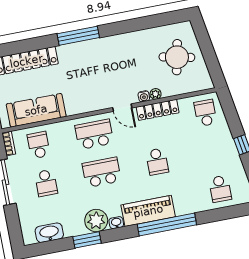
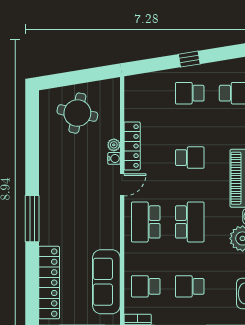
school desk: (205, 113) -> (190, 93), moved
school desk: (102, 172) -> (190, 222), turned 180
school desk: (46, 183) -> (190, 286), turned 180

